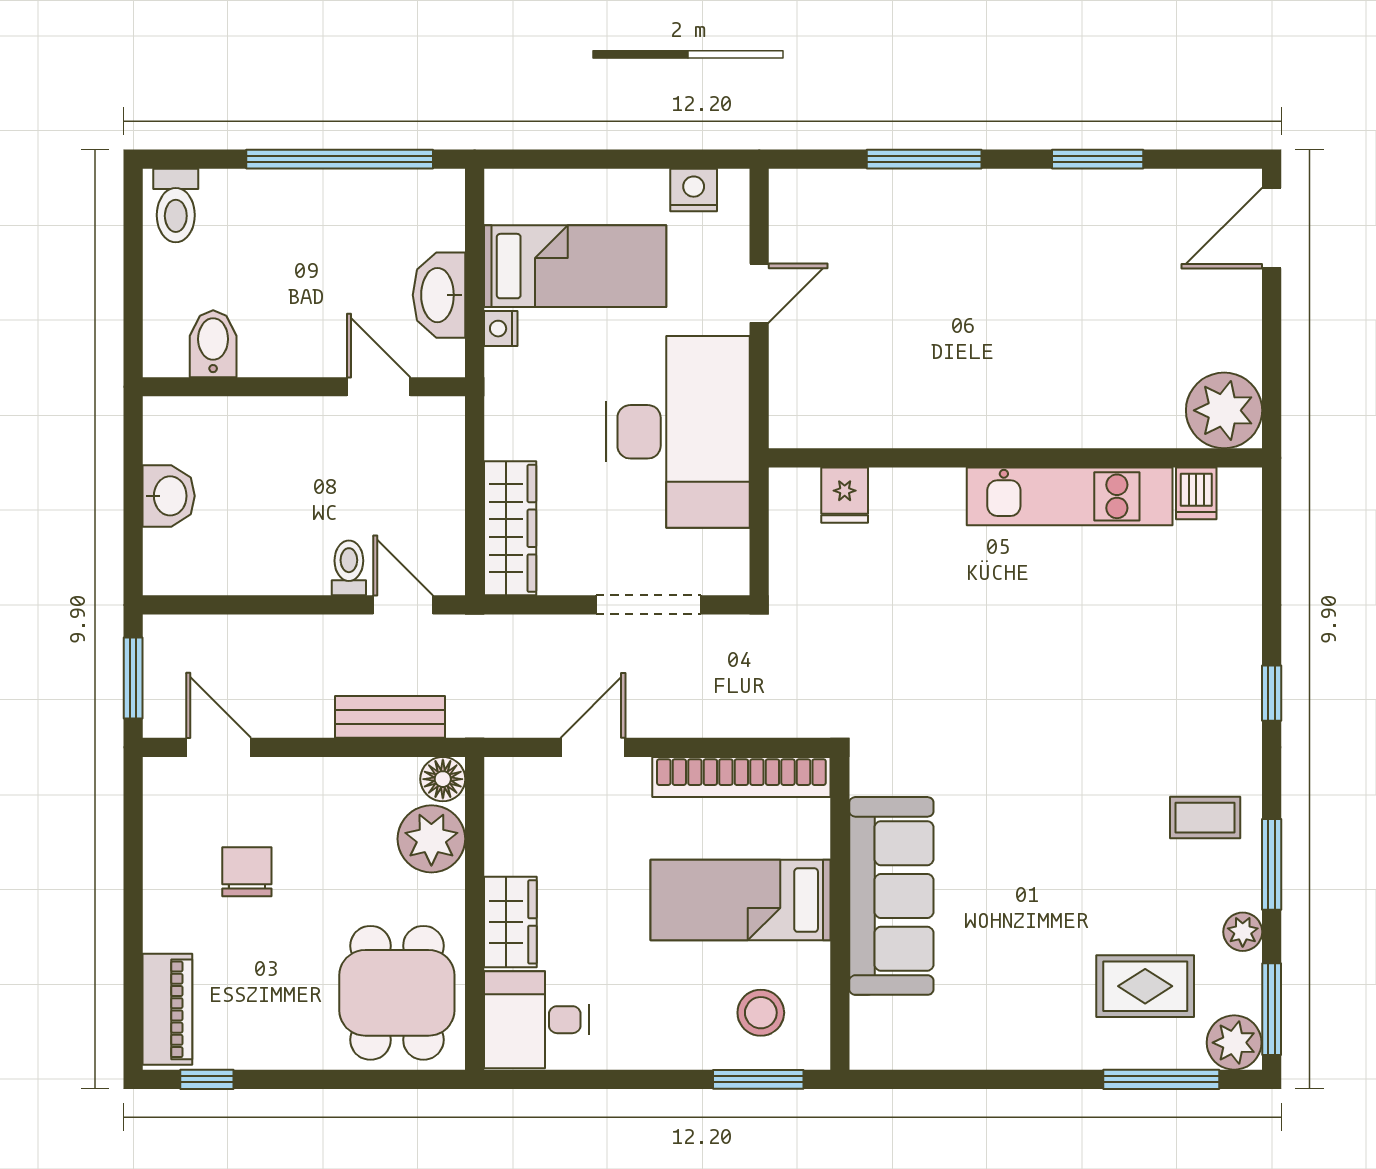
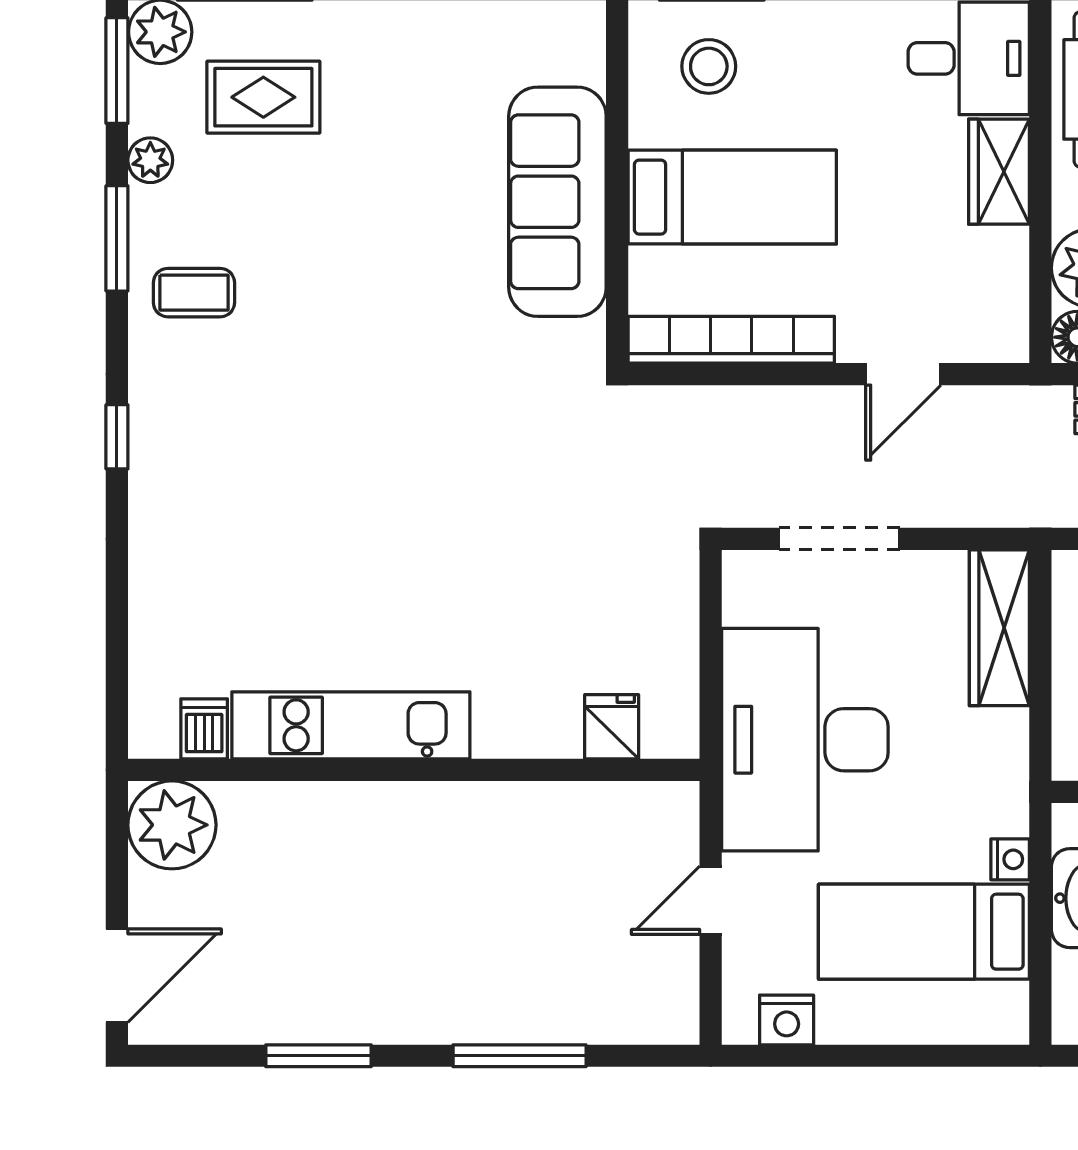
plant: (1224, 410) -> (172, 825), moved
wall: (1015, 458) -> (414, 770), moved
dishwasher: (1196, 493) -> (204, 729), moved
fridge: (845, 495) -> (612, 727), moved
kitchen unit: (1070, 496) -> (351, 725), moved

